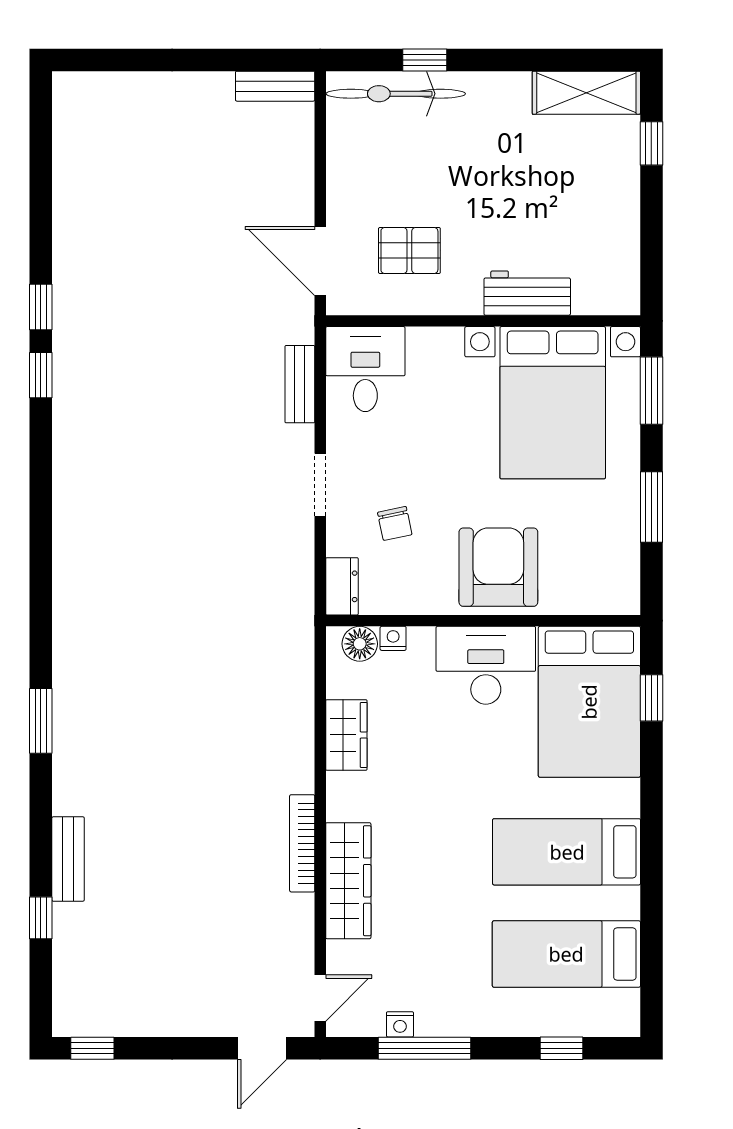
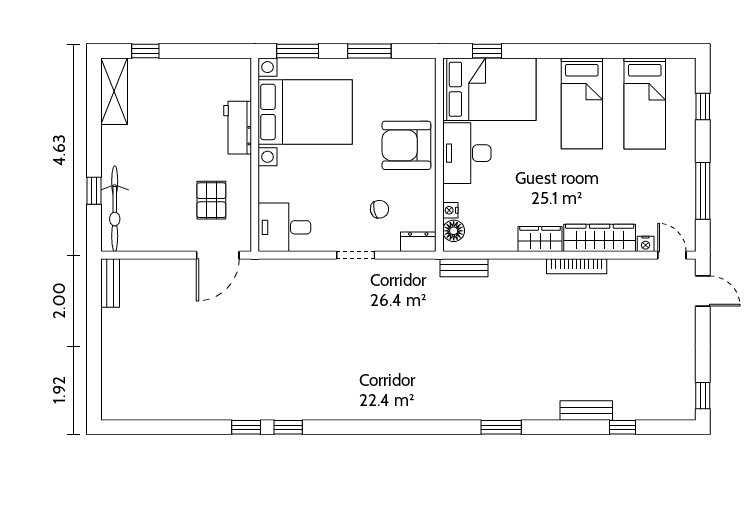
bench: (300, 384) -> (464, 268), moved
wardrobe: (346, 735) -> (540, 239), moved
nightstand: (400, 1024) -> (646, 244), moved, turned 90

